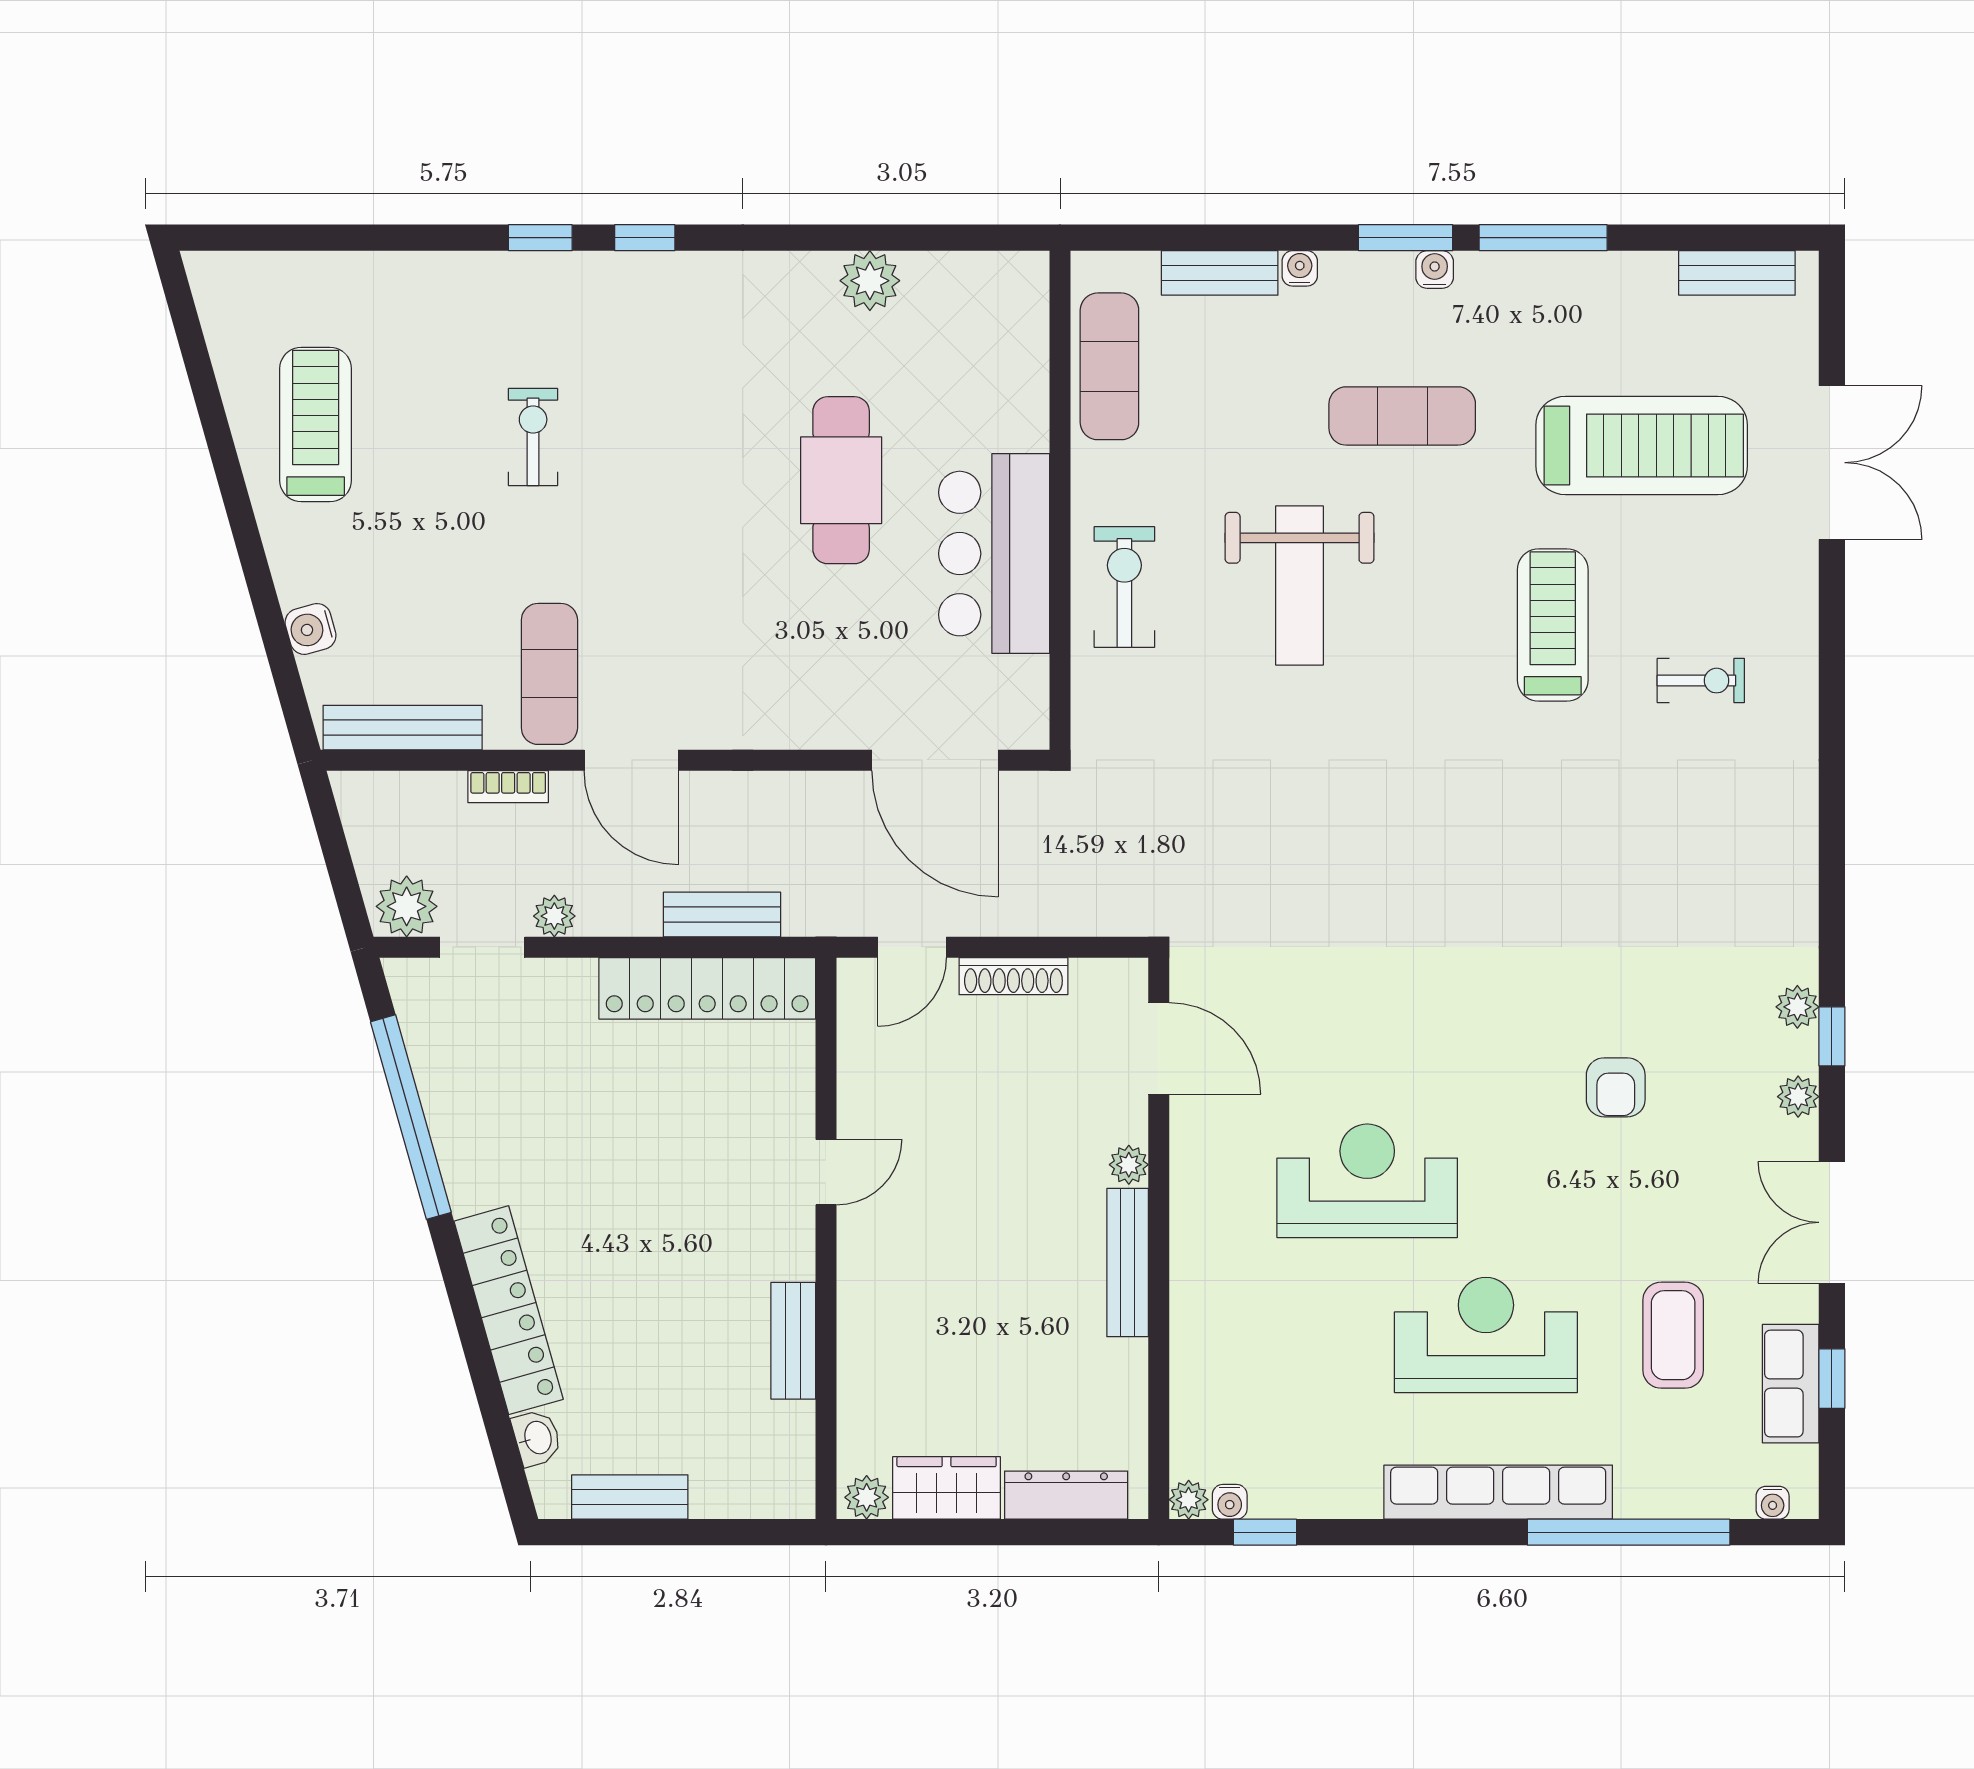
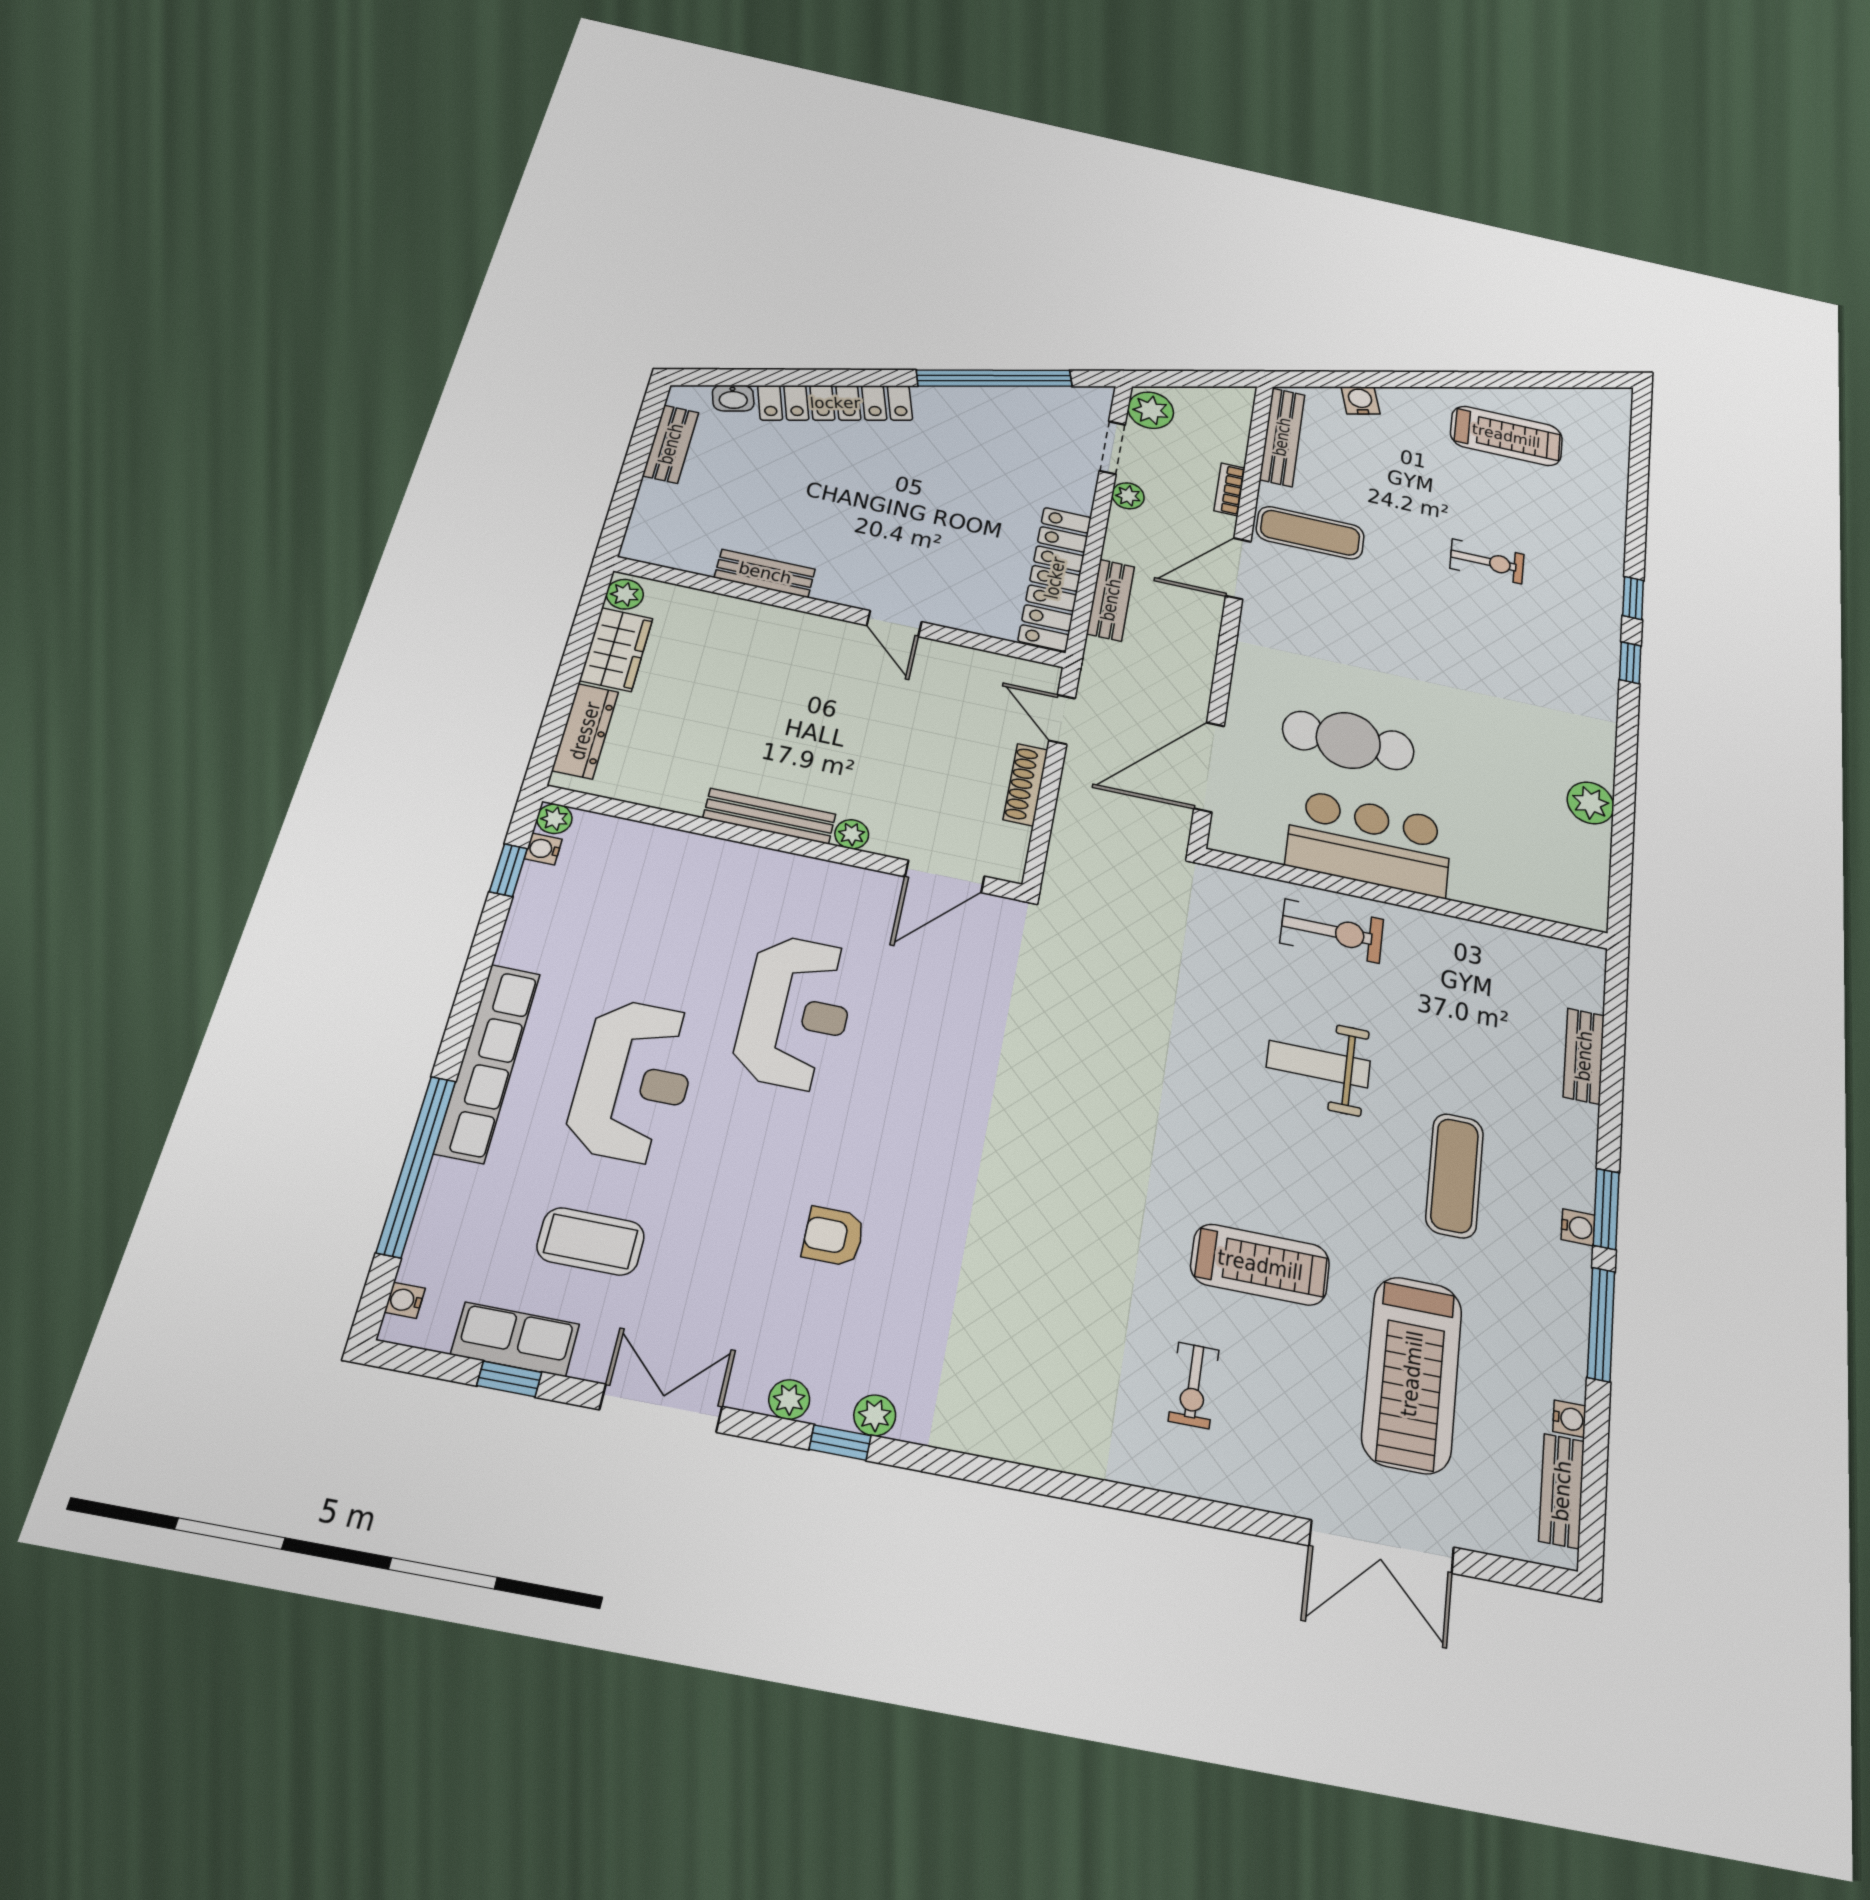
water cooler: (1300, 268) -> (1569, 1419), moved
exercise mat: (1109, 366) -> (1513, 958), removed
cafe table: (841, 480) -> (1348, 740), moved
weight bench: (1300, 586) -> (1318, 1064), width x0.73, depth x0.75

